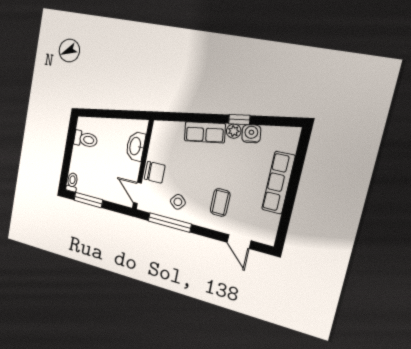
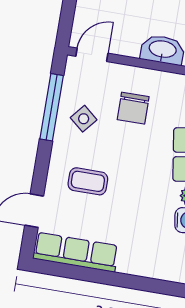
chair: (155, 172) -> (133, 108), moved
row of seats: (278, 183) -> (76, 252), moved

